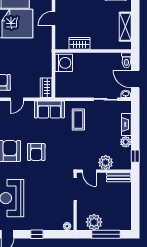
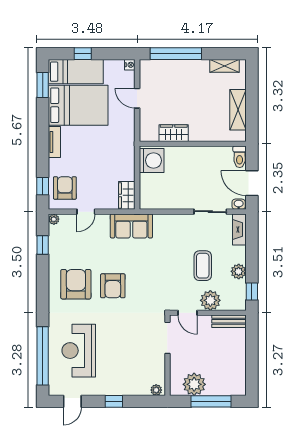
door: (53, 19) -> (137, 98), hinge flipped
coffee table: (78, 120) -> (203, 266), moved
fireplace: (126, 124) -> (239, 229), moved

